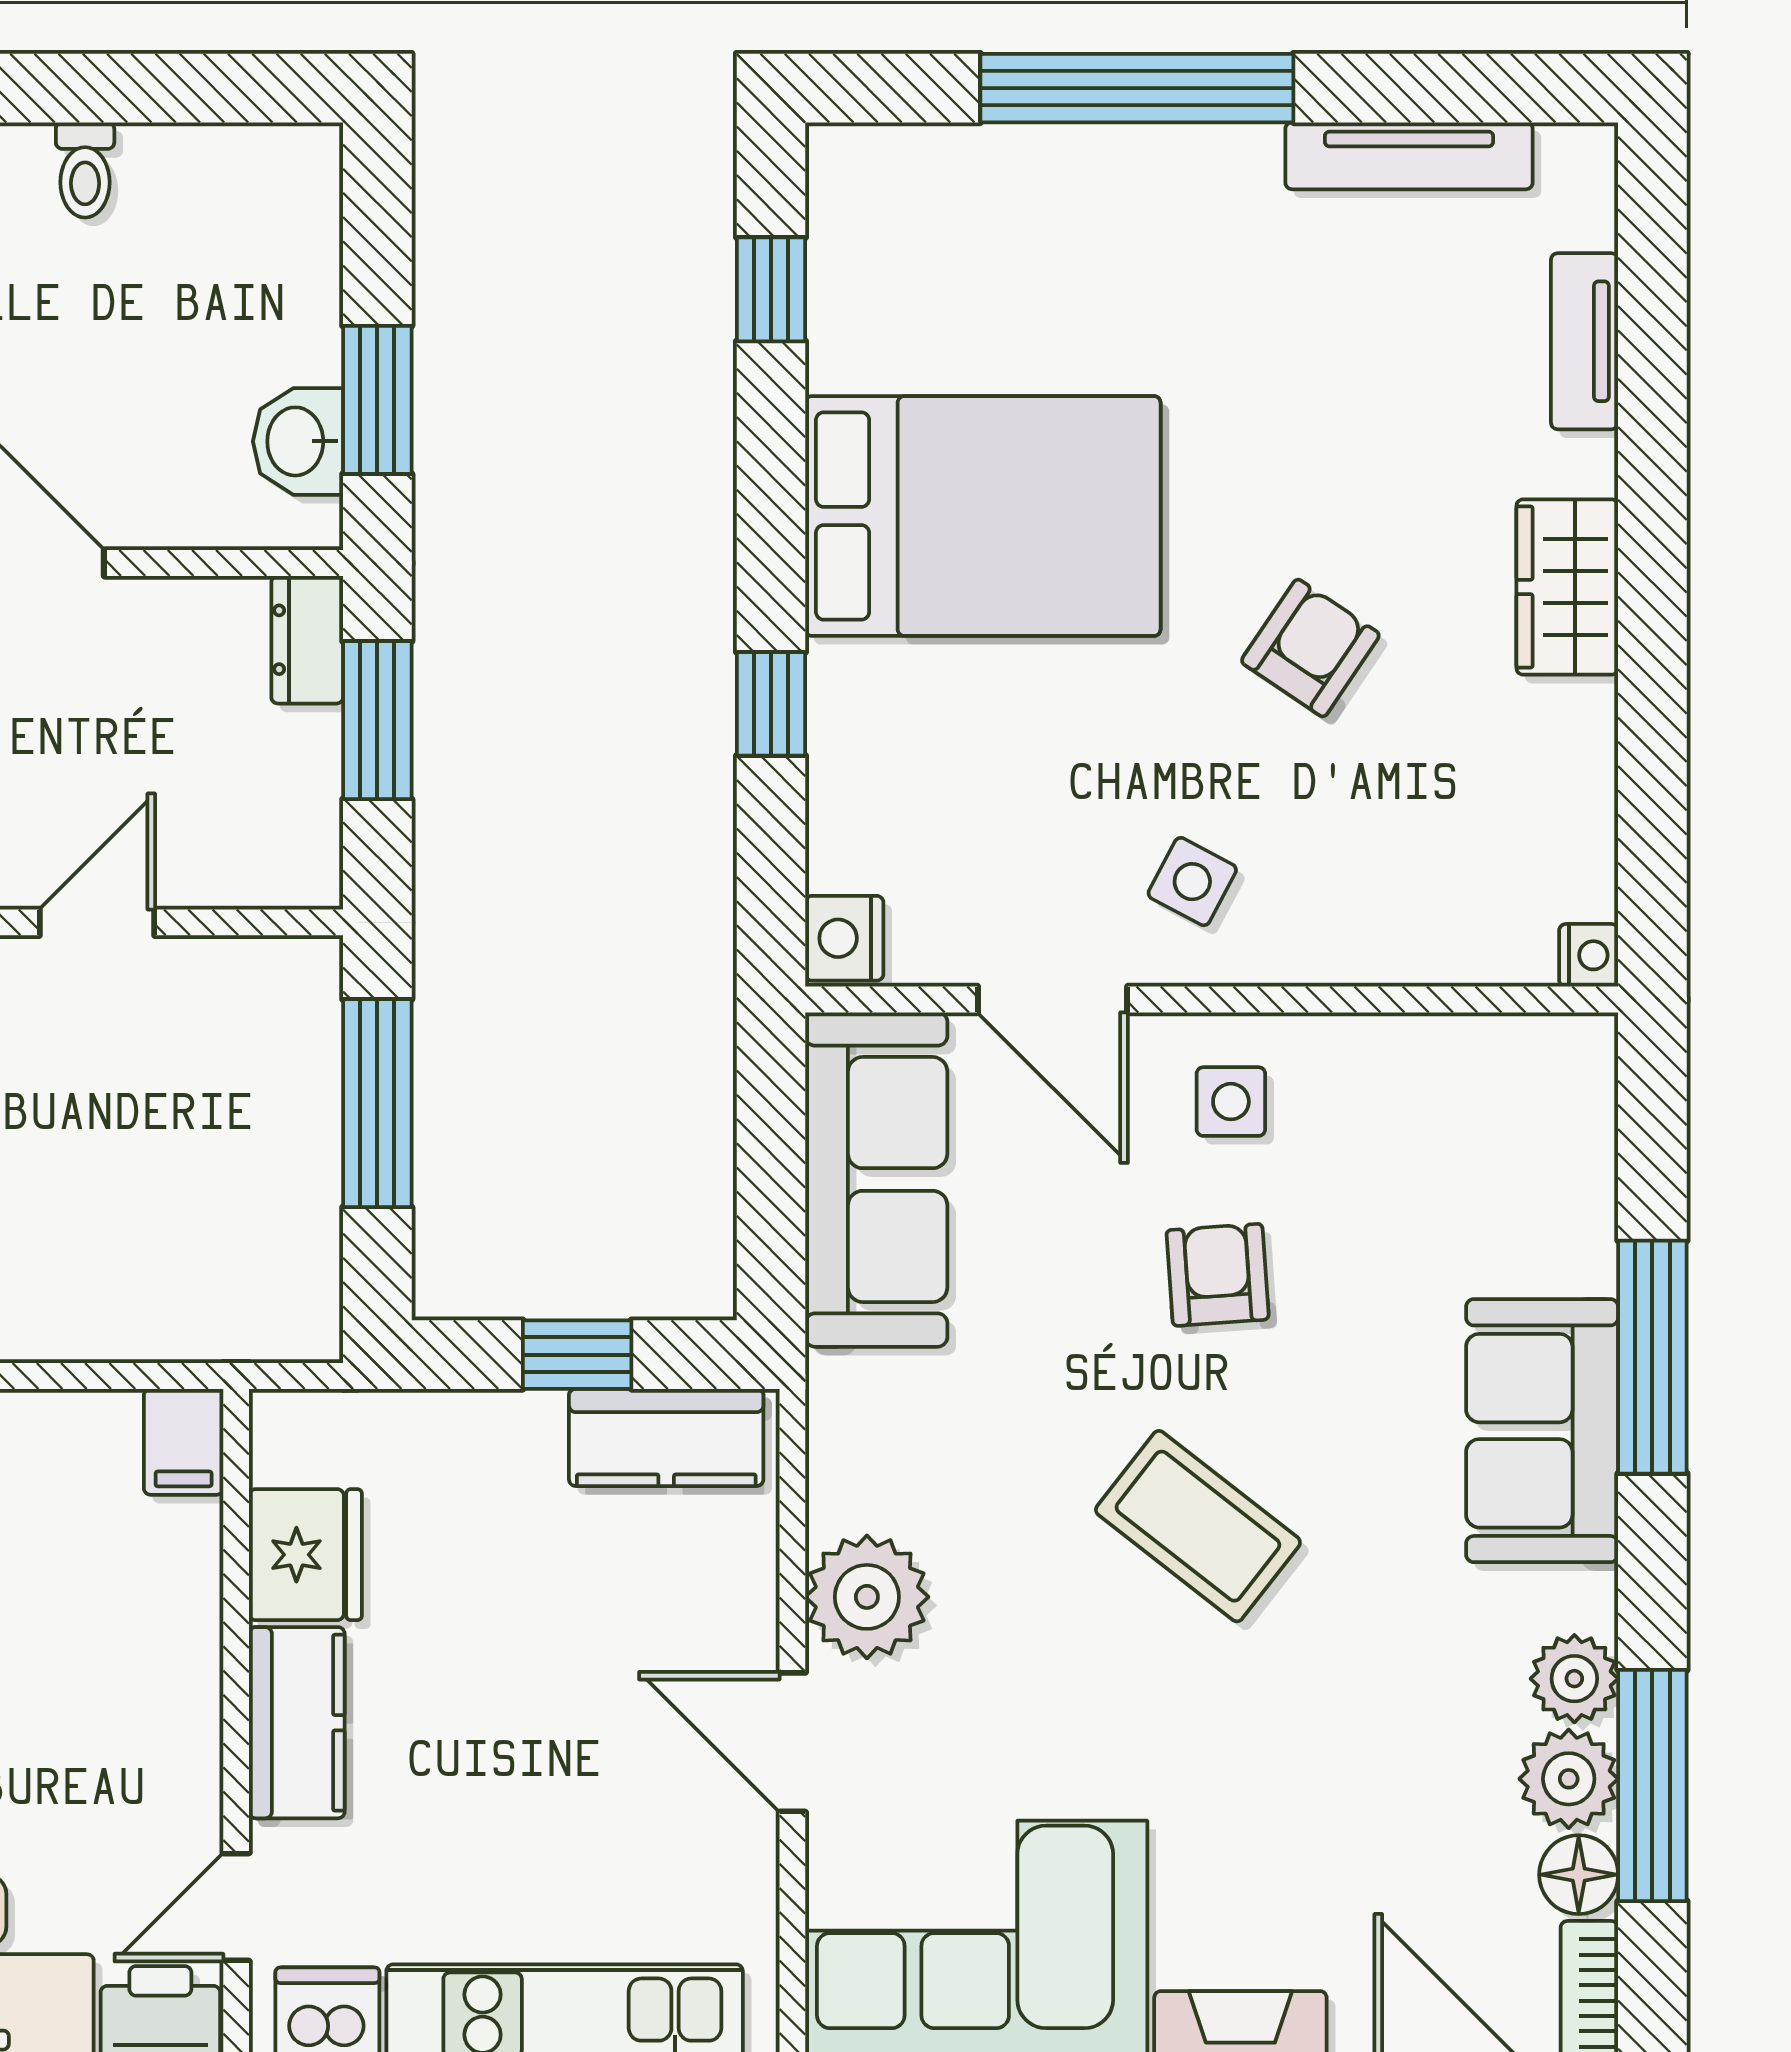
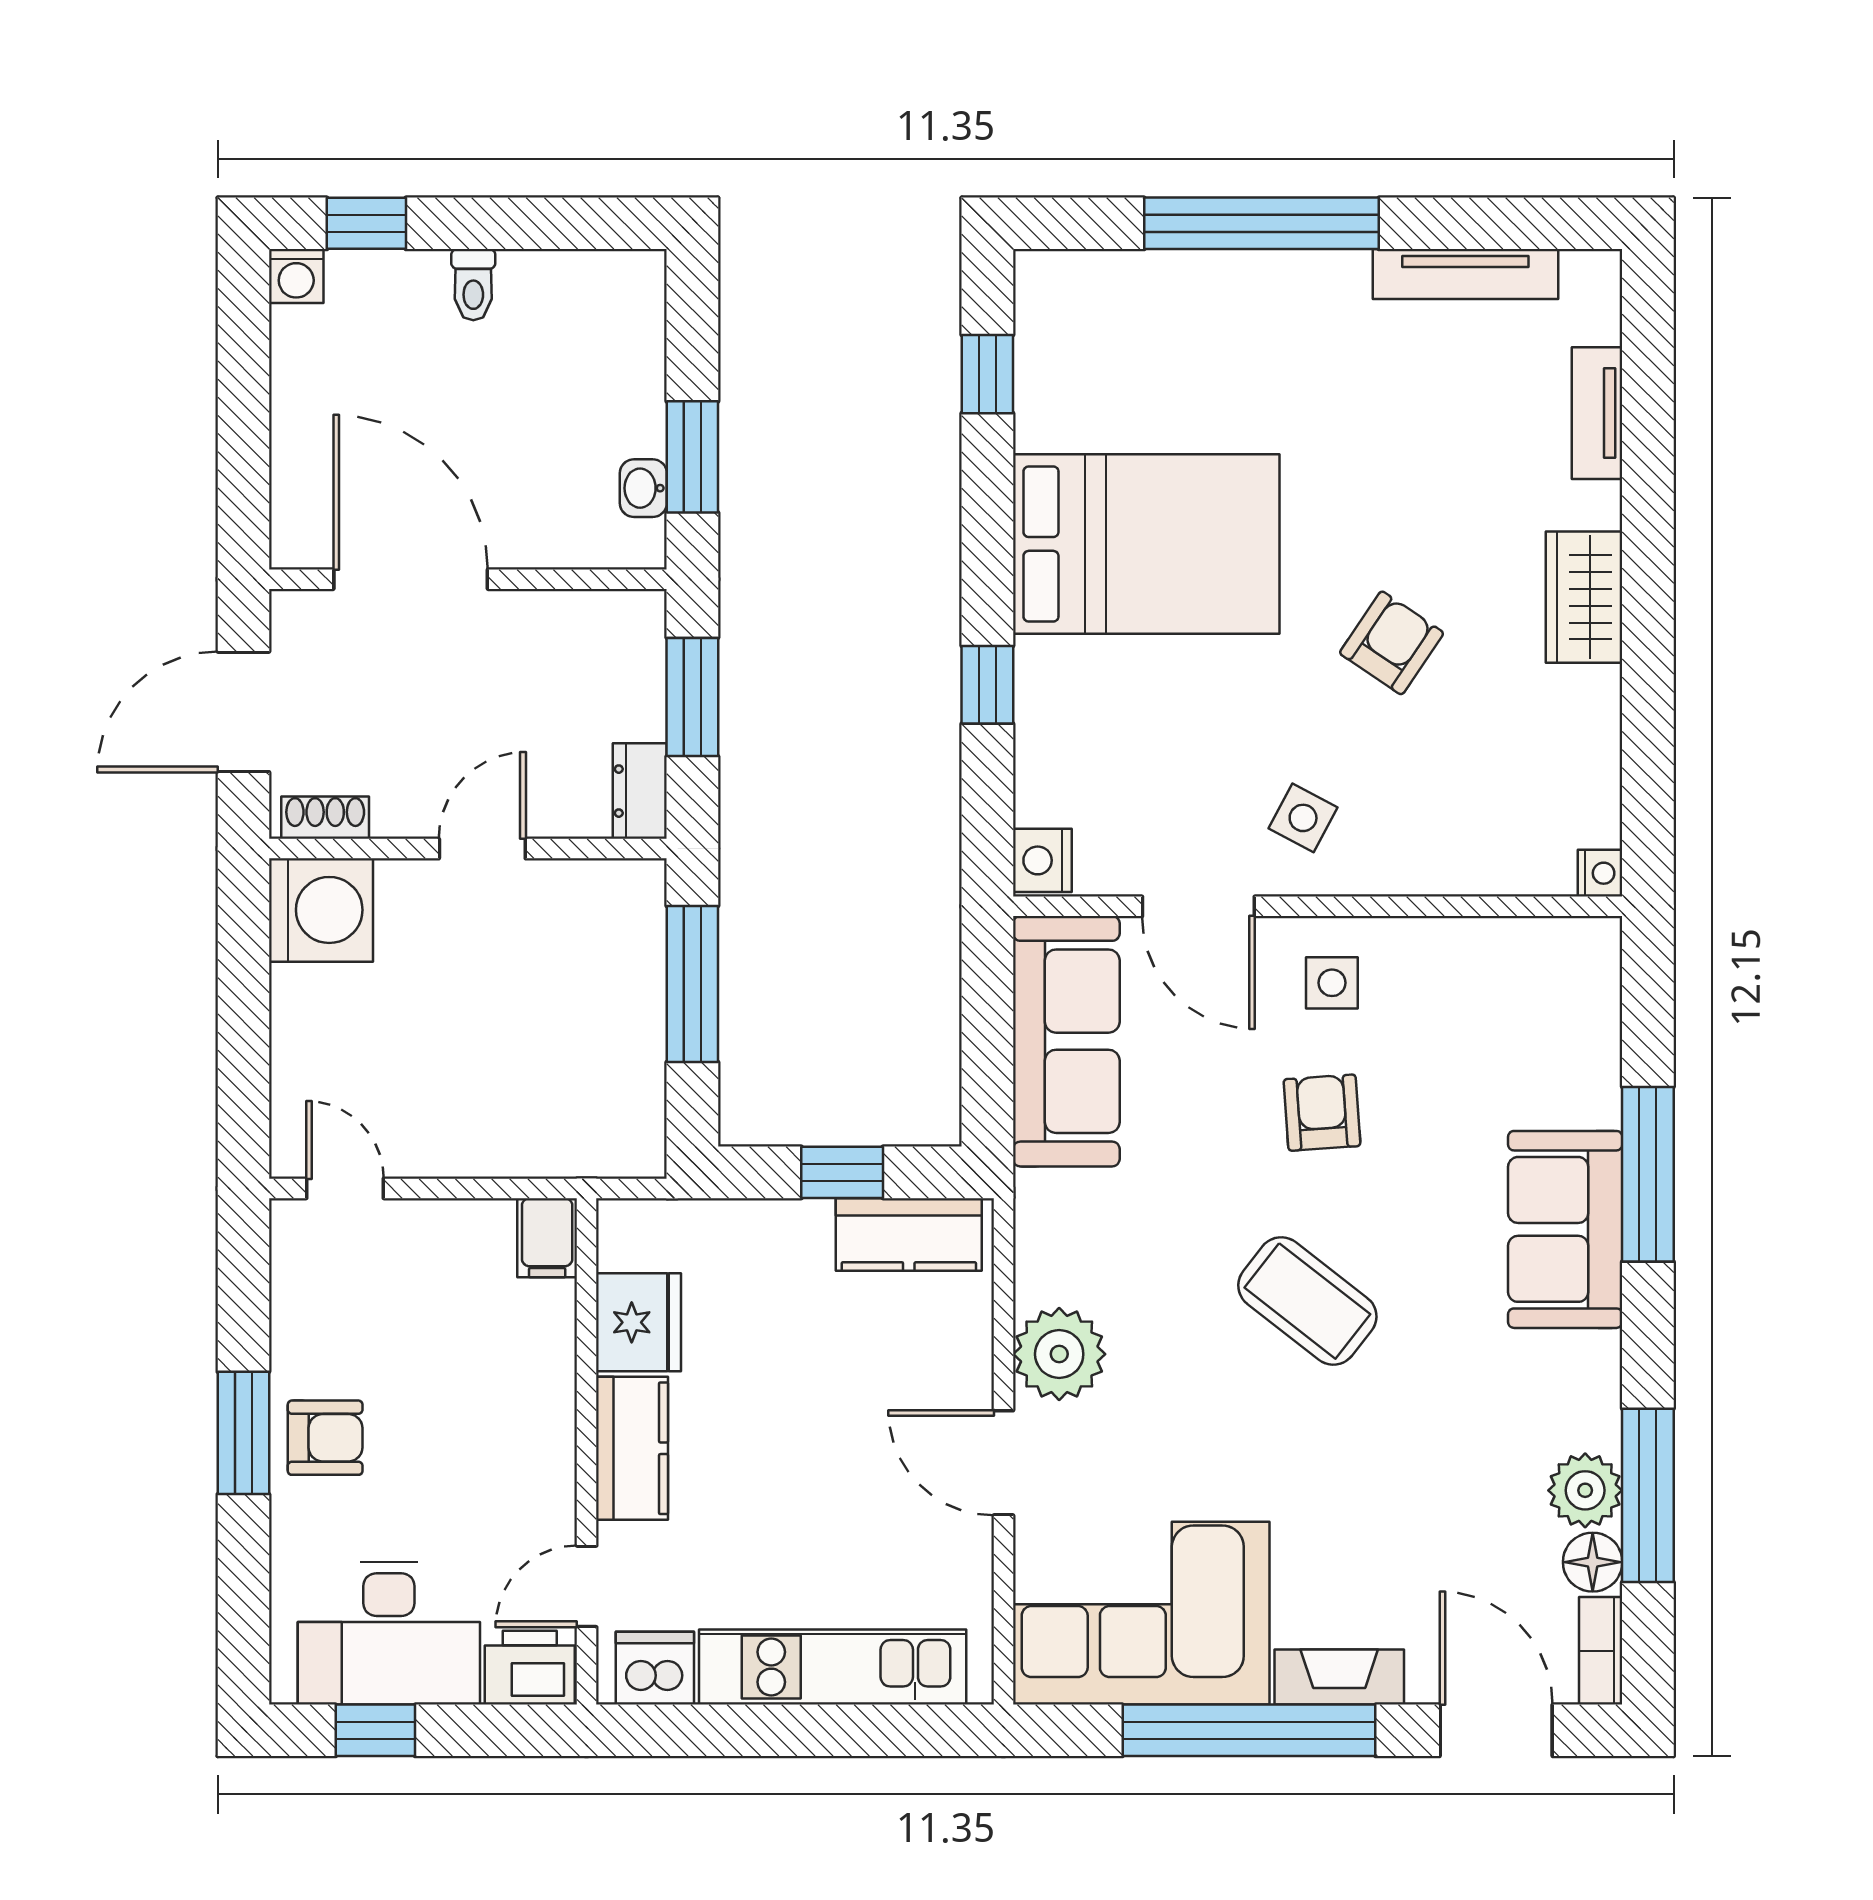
washbasin: (298, 441) -> (643, 488), width x0.72, depth x0.69
dresser: (307, 640) -> (640, 791), moved
plant: (1574, 1679) -> (1589, 1415), removed

